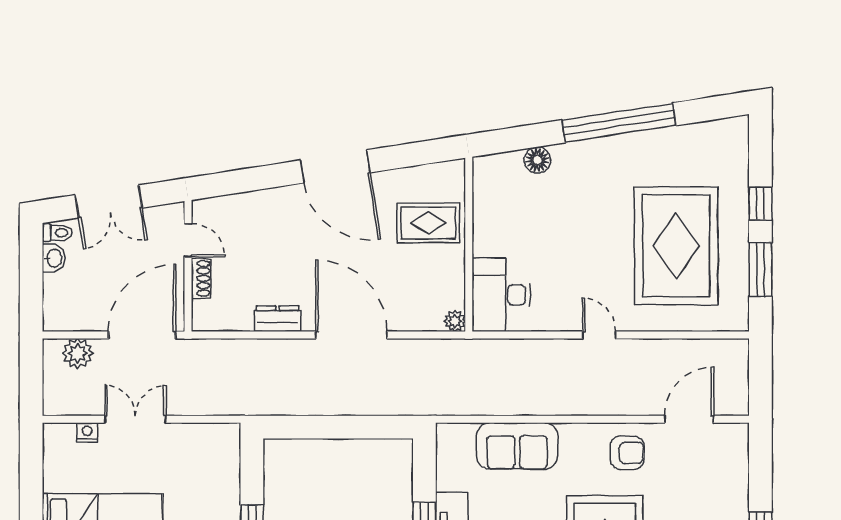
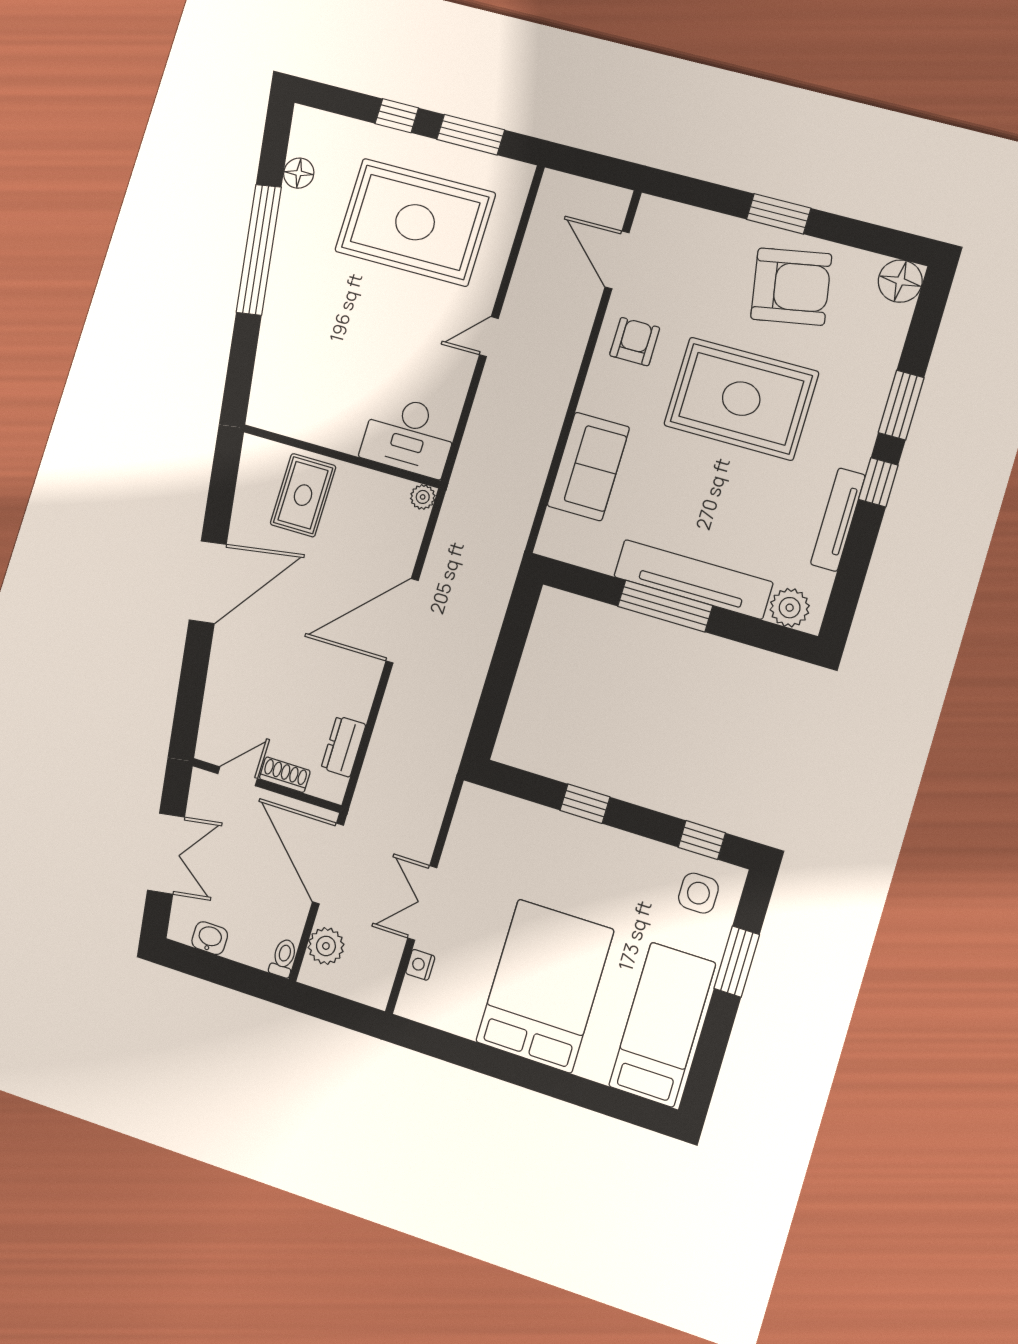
floor lamp: (537, 160) -> (299, 173), moved
toilet: (57, 233) -> (283, 958), moved
dresser: (278, 319) -> (343, 746), moved

